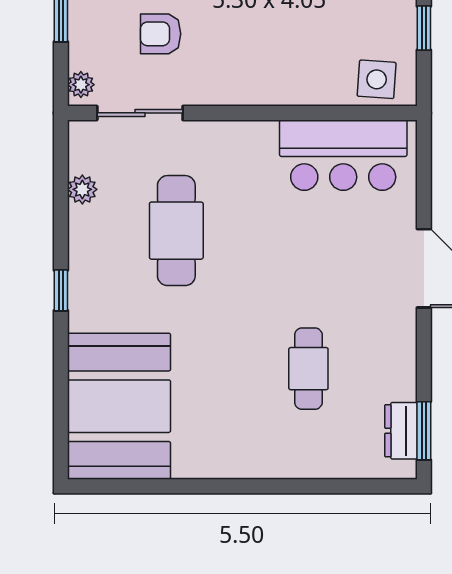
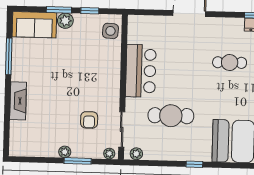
bar counter: (343, 155) -> (141, 71), moved
plant: (82, 189) -> (136, 154), moved

